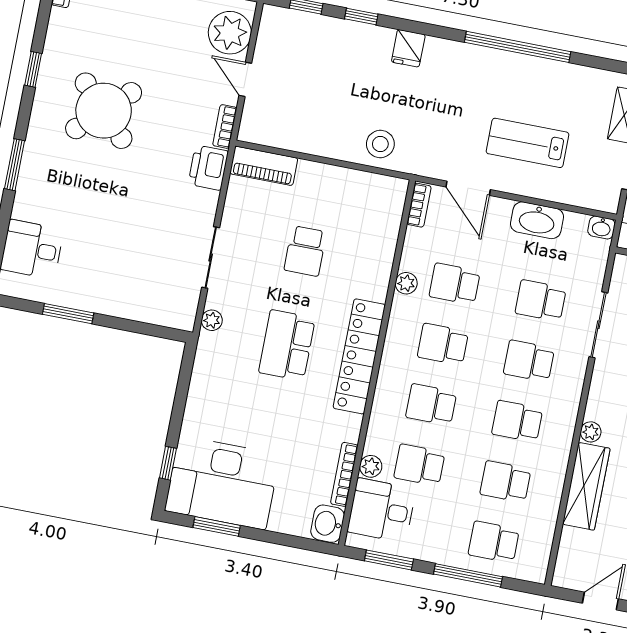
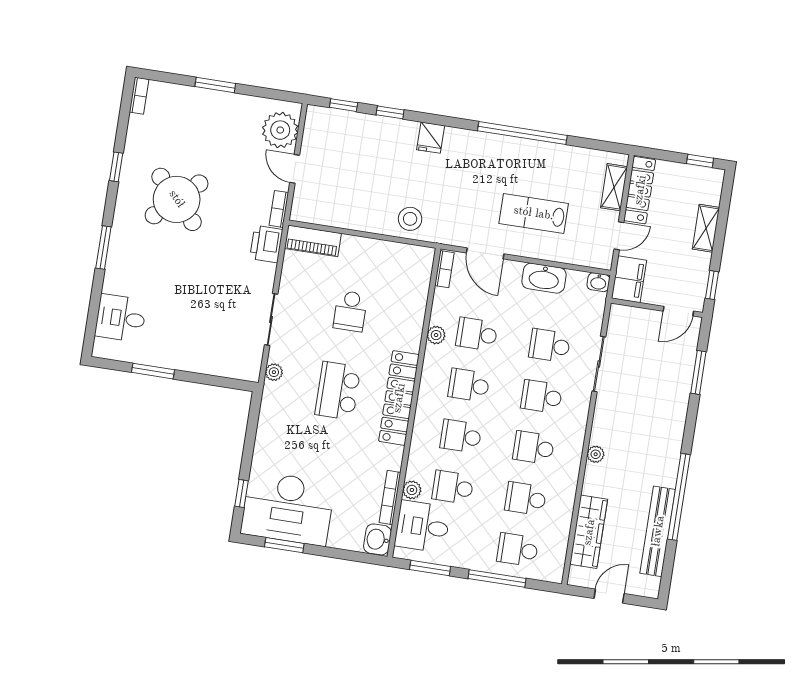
wardrobe: (586, 486) -> (589, 532), moved

